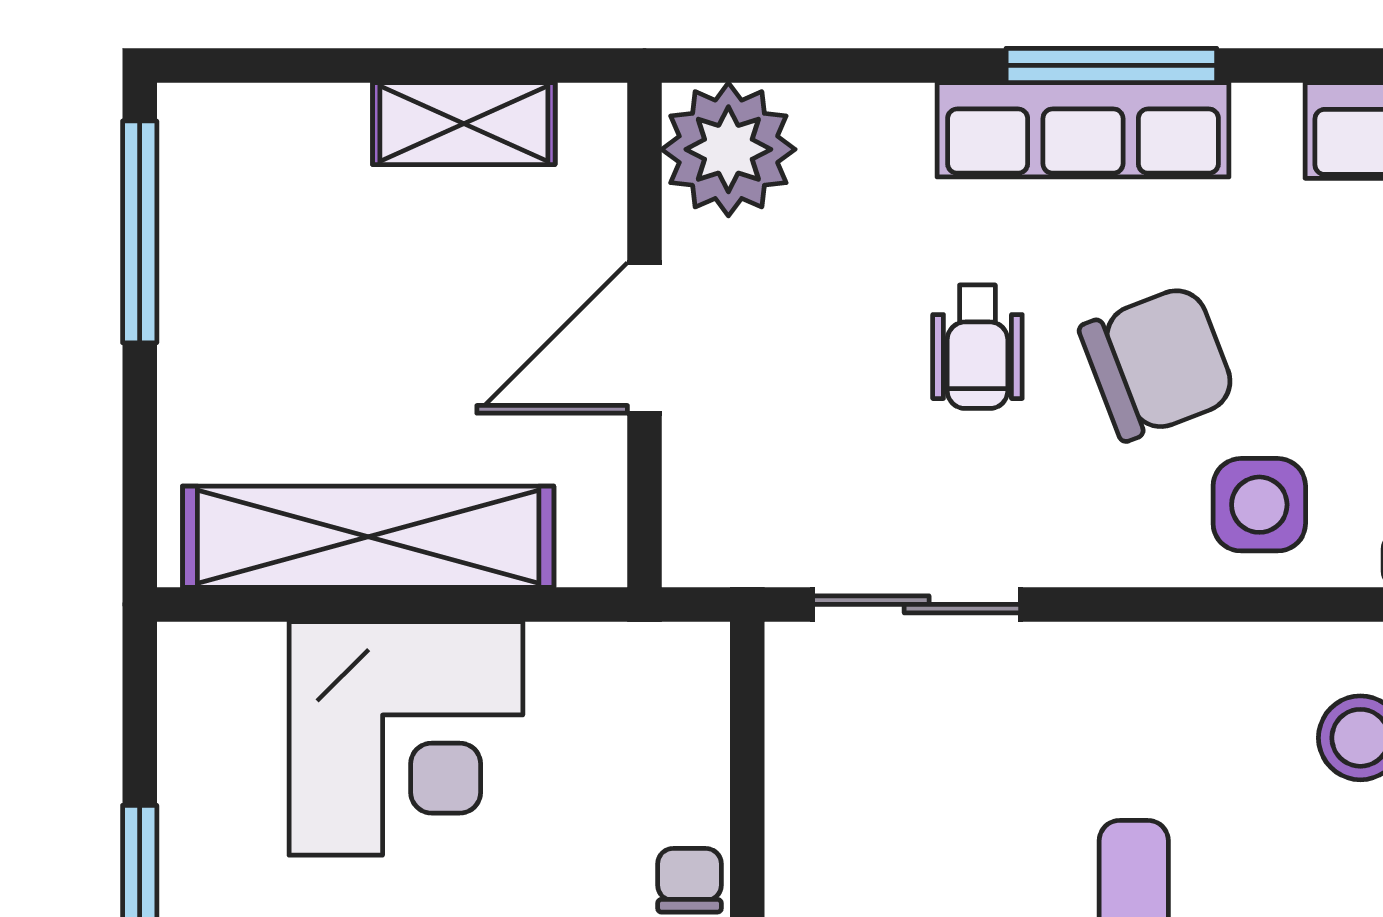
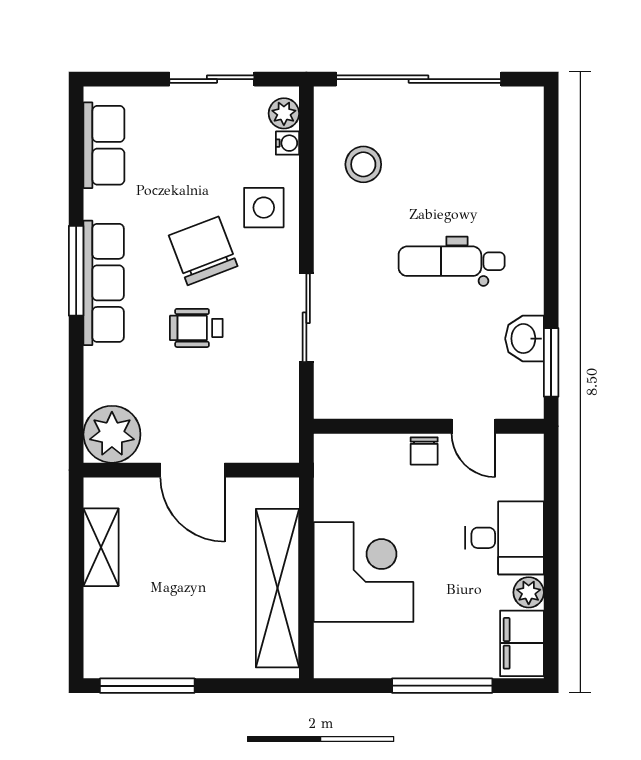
wheelchair: (977, 347) -> (196, 328), turned 180
sliding door: (917, 604) -> (306, 318), moved
chair: (689, 880) -> (424, 451), turned -90

